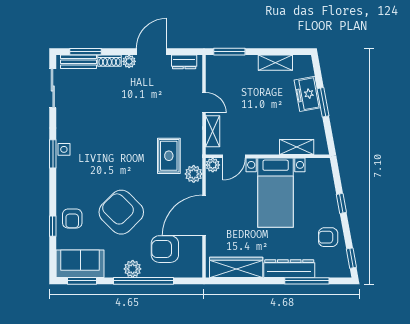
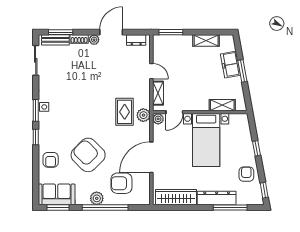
plant: (194, 174) -> (143, 115), moved
window: (53, 226) -> (36, 137), moved
armchair: (328, 237) -> (246, 174), turned 90

